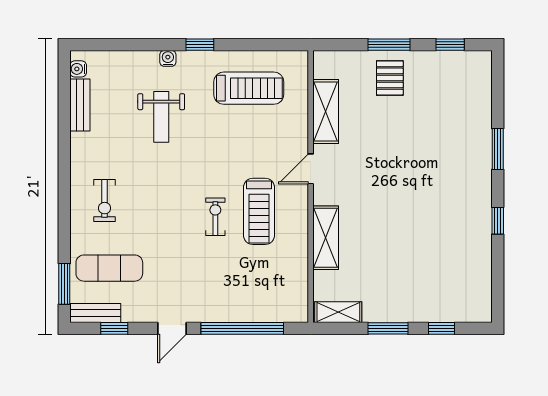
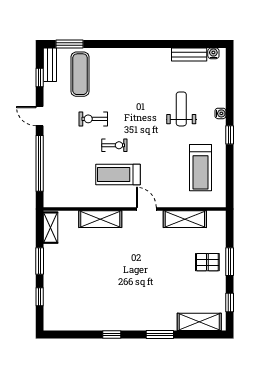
shelving: (479, 90) -> (199, 322), added
weight bench: (161, 117) -> (181, 109), turned 90
exercise bike: (105, 201) -> (93, 119), moved

